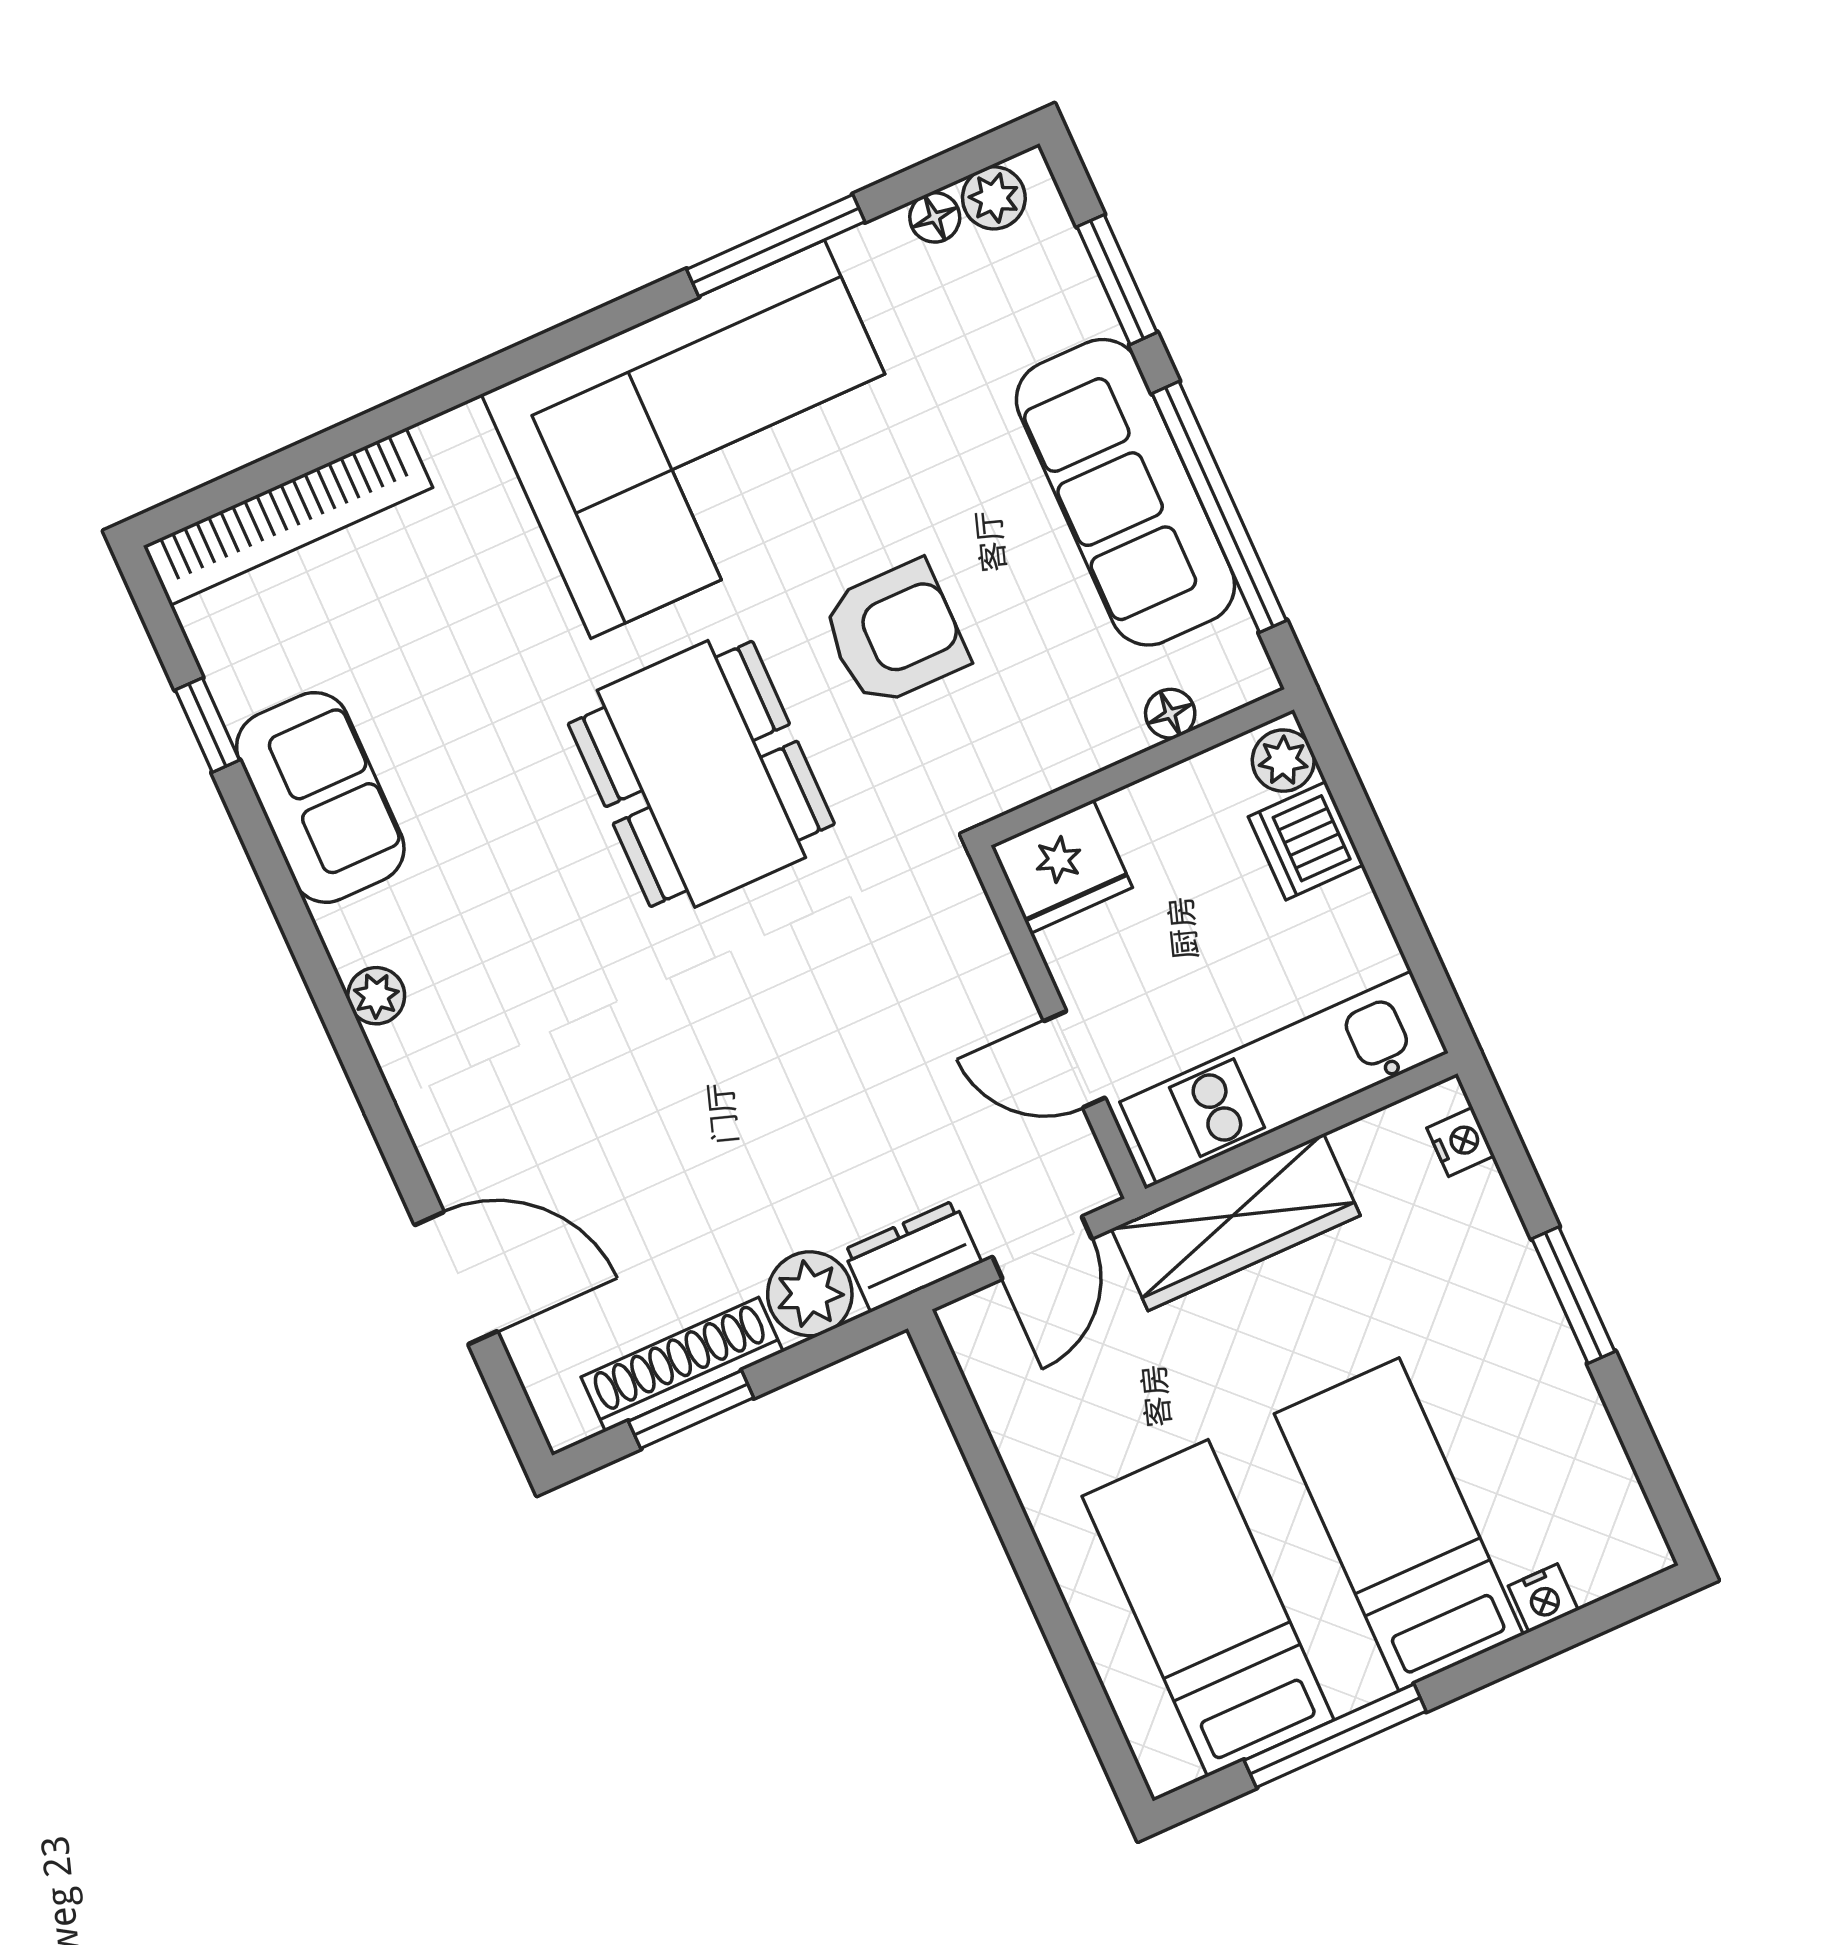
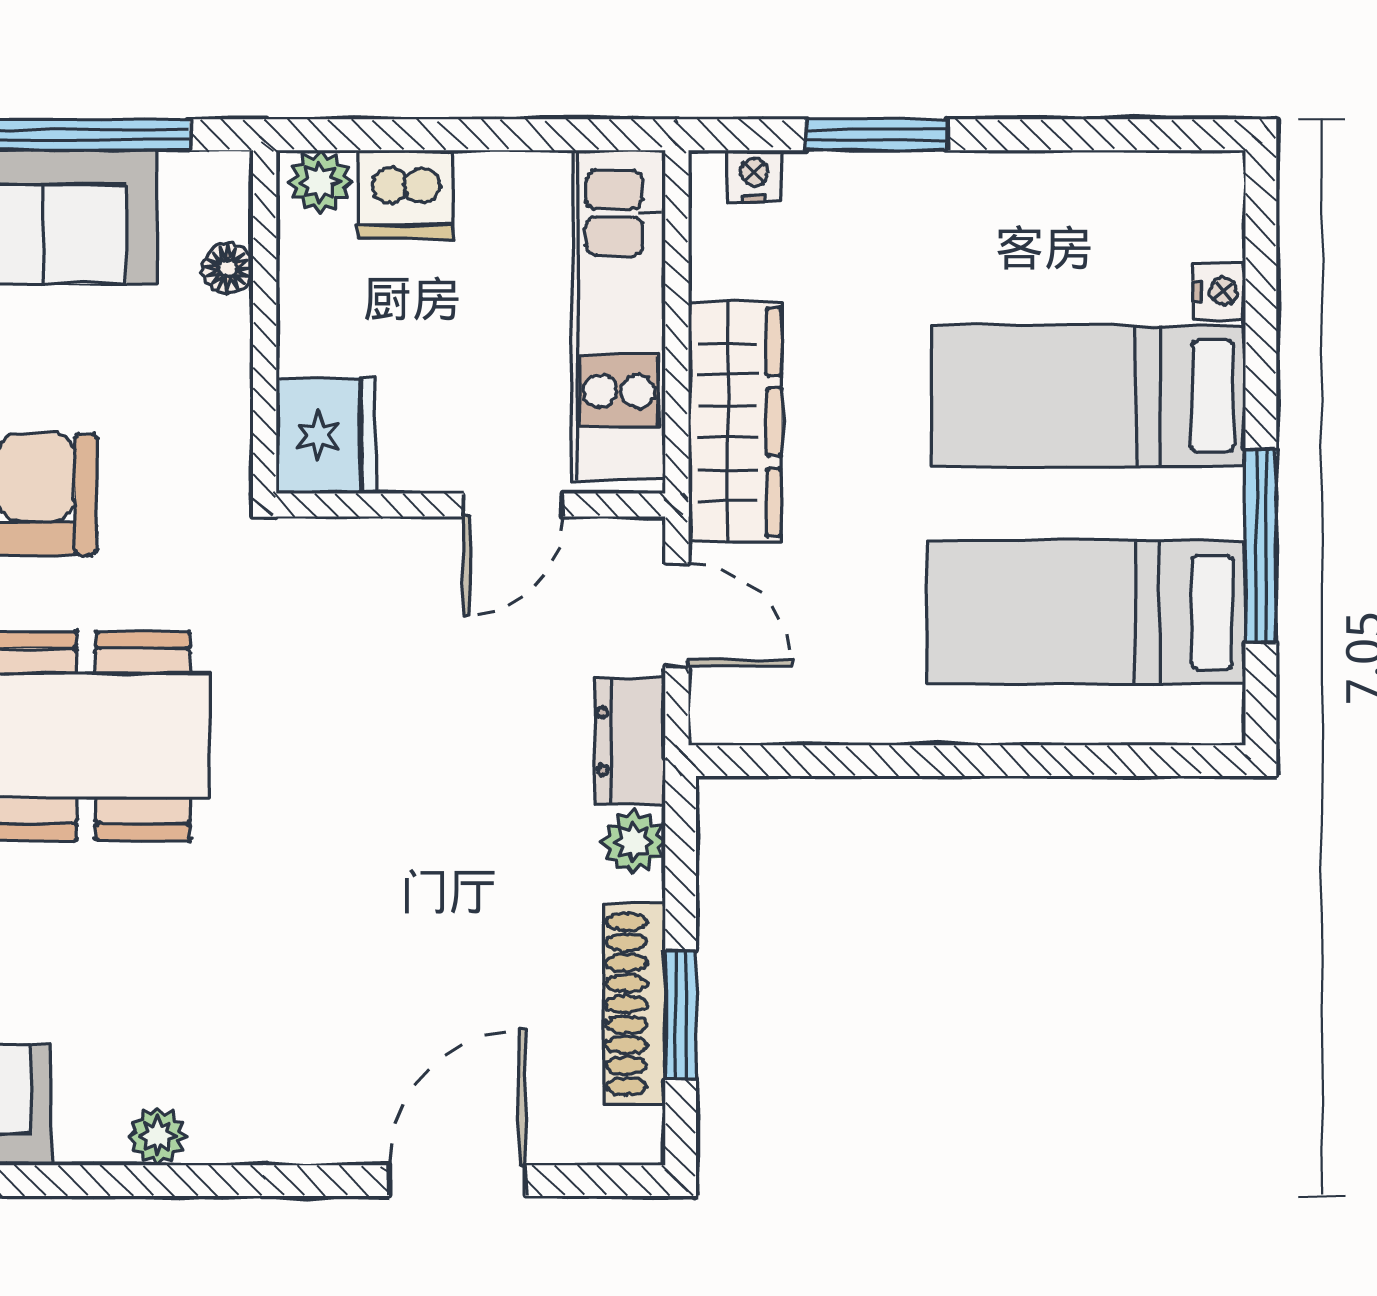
plant: (810, 1294) -> (634, 842), width x0.73, depth x0.73
window: (1573, 1295) -> (876, 135), moved

